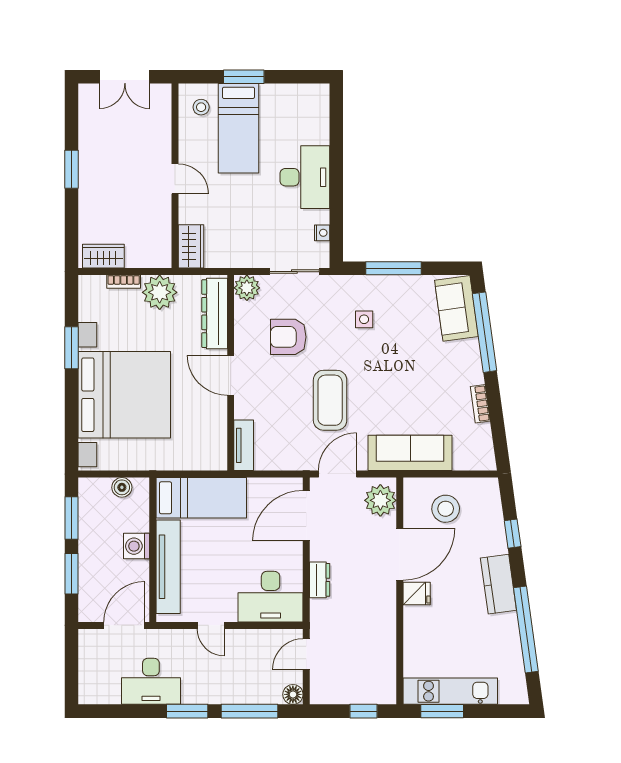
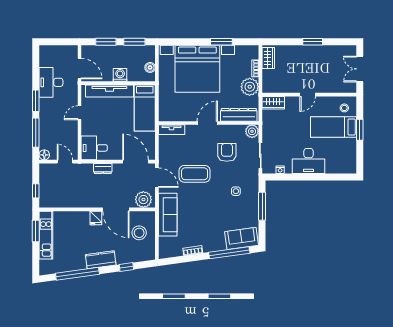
desk: (271, 597) -> (94, 148), width x0.73

